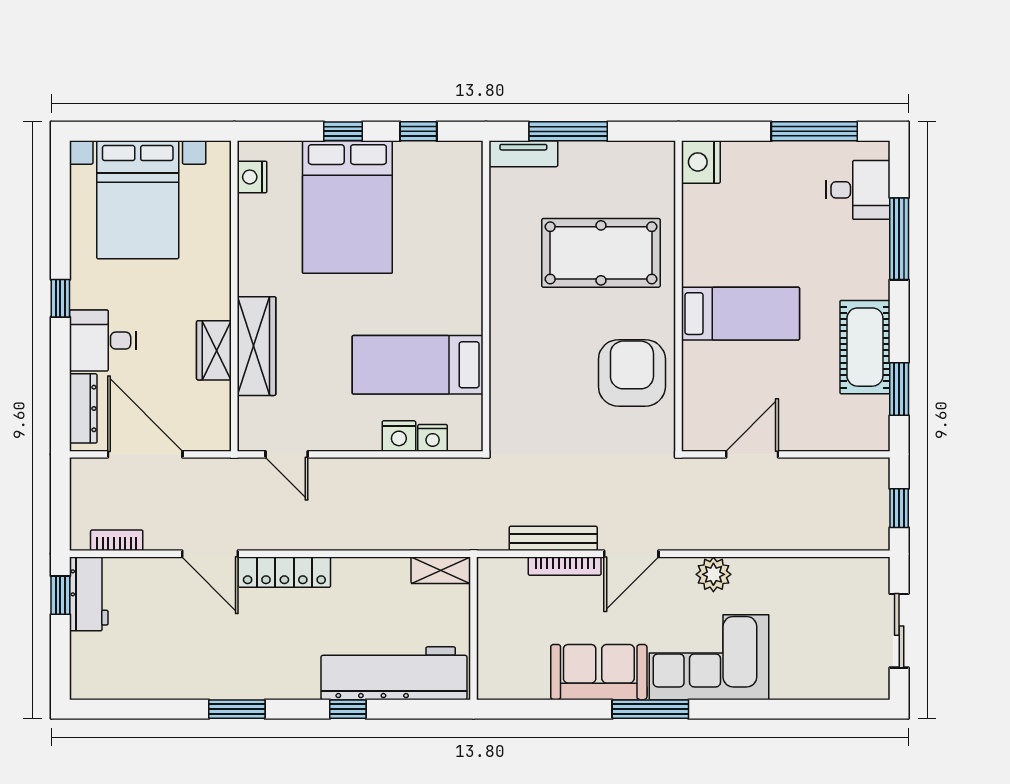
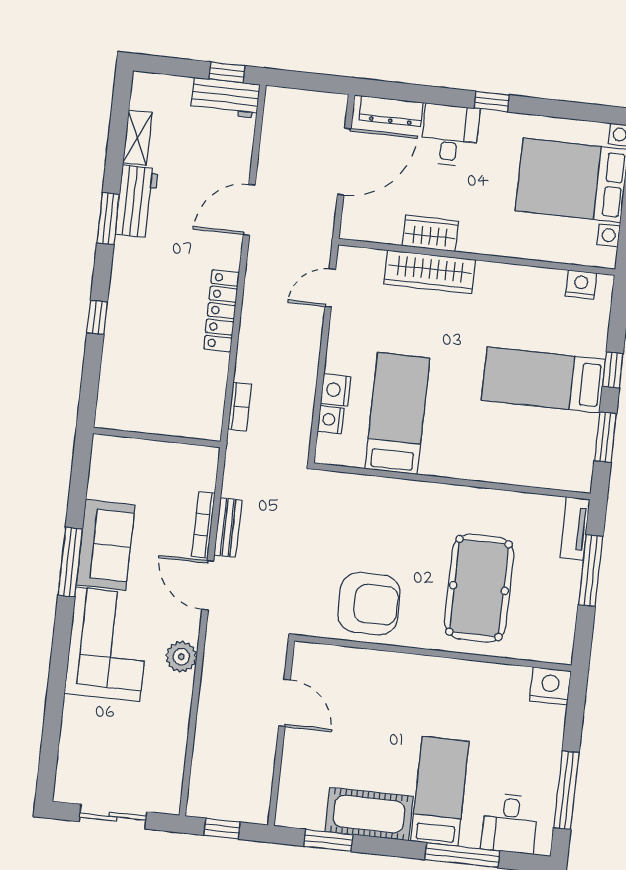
window: (418, 131) -> (605, 437), width x1.50
bed: (347, 207) -> (543, 380), width x0.67
bed: (741, 314) -> (440, 791), moved, turned 180
bench: (553, 538) -> (228, 528), width x0.73
bookcase: (117, 540) -> (240, 407), moved
shelving: (441, 570) -> (137, 138), moved
locker: (284, 572) -> (222, 311), moved
workbench: (394, 673) -> (136, 201), moved, width x0.53, depth x0.76
window: (650, 709) -> (70, 562), moved

